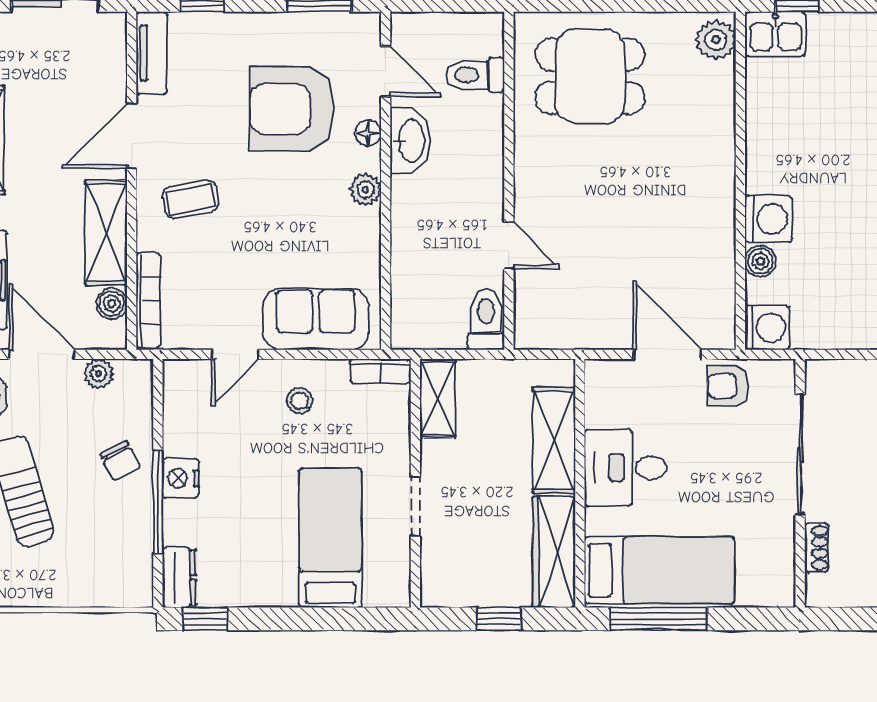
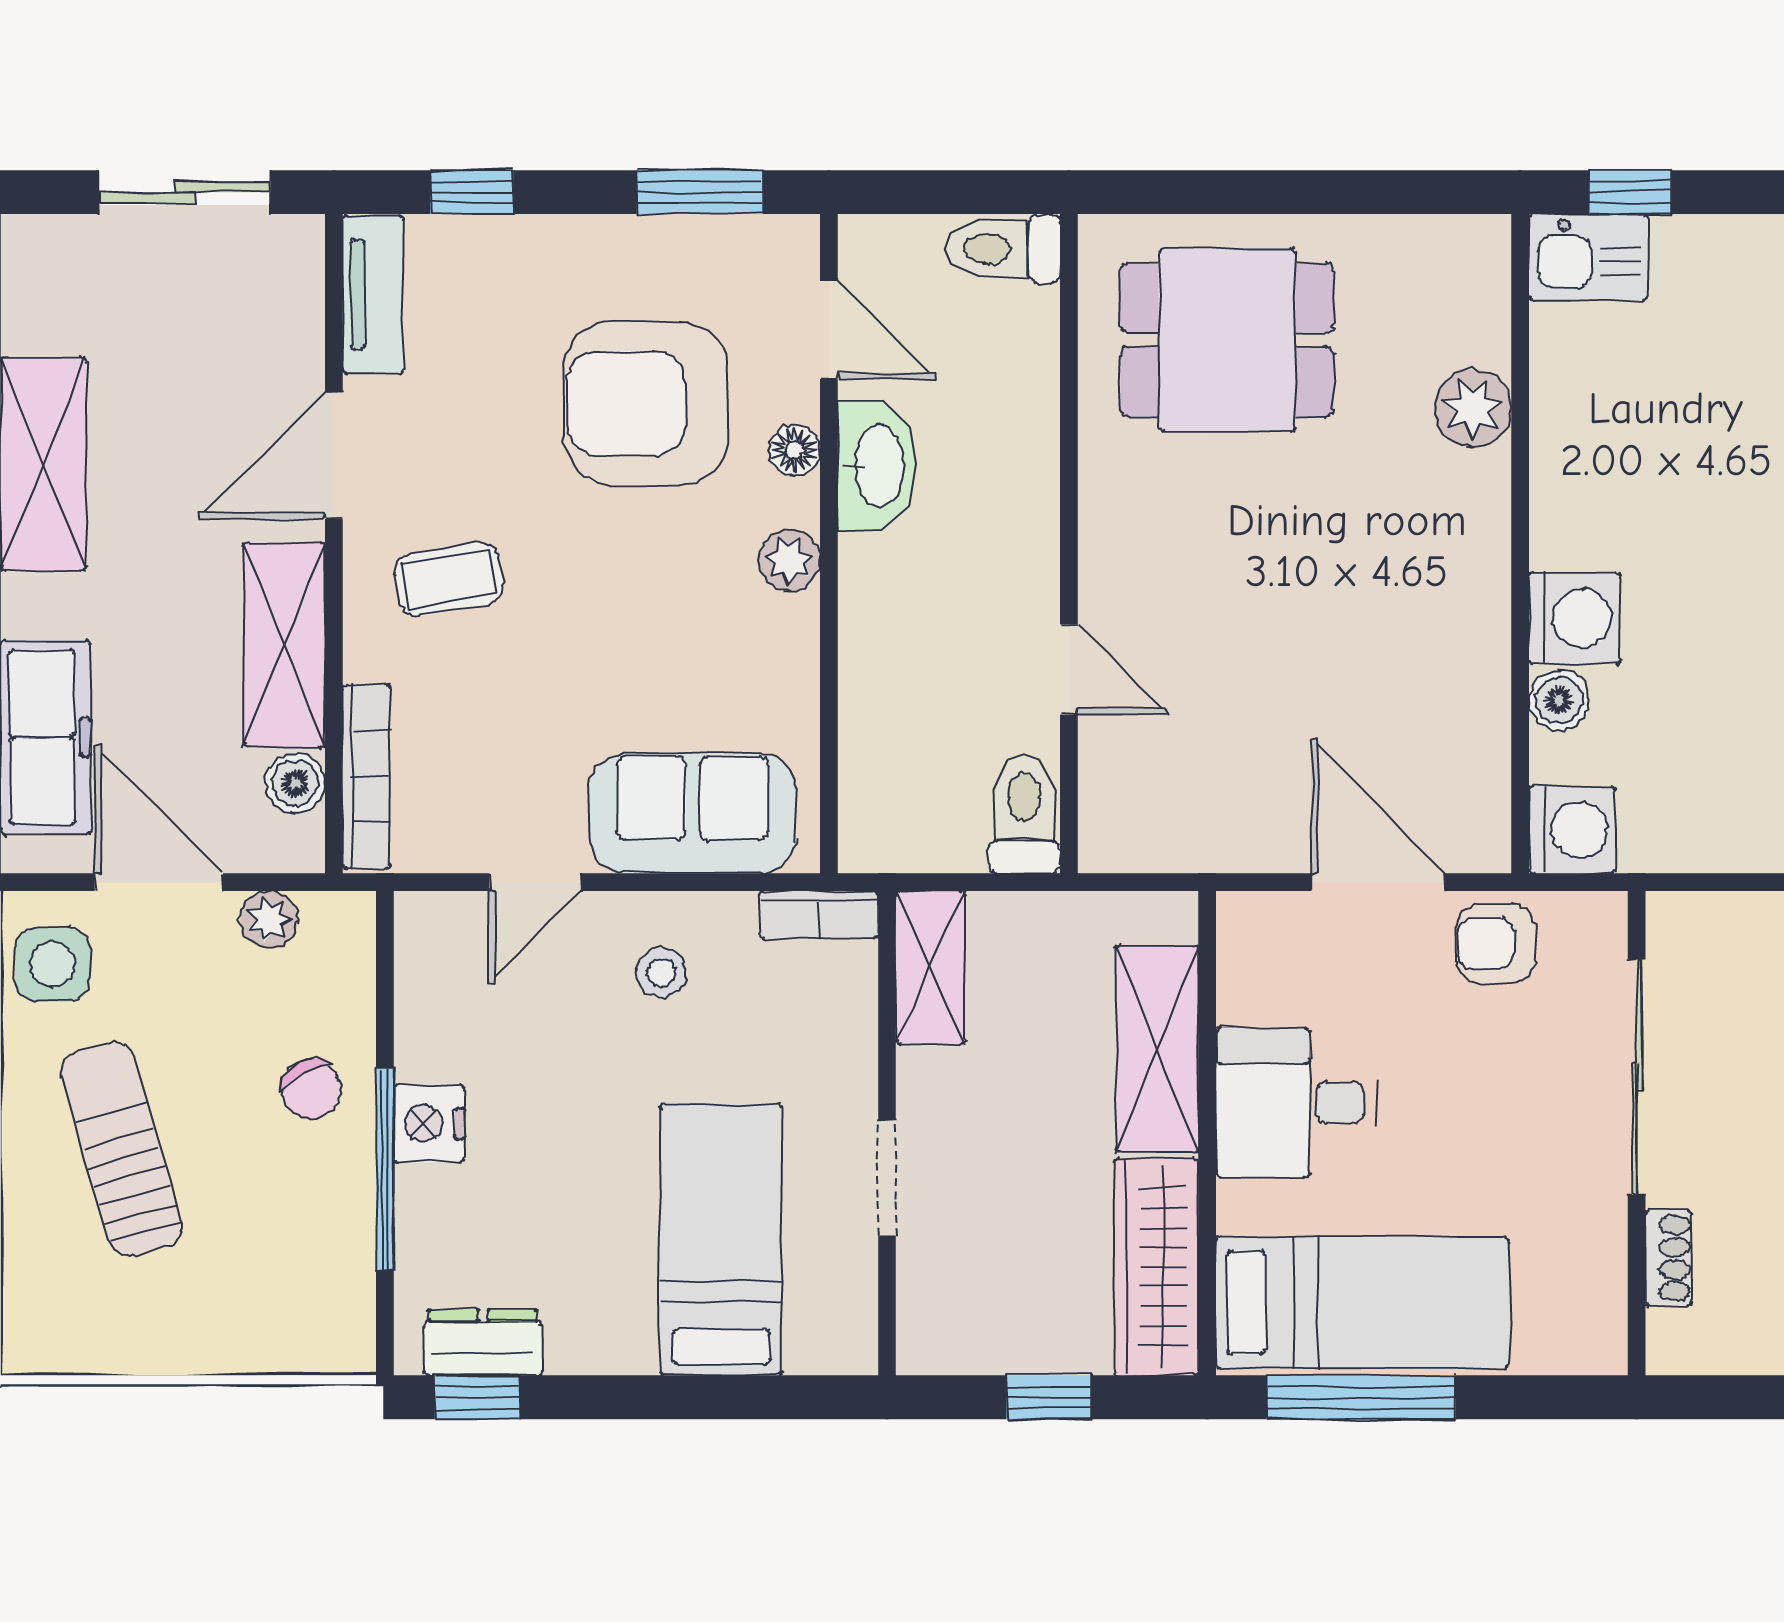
plant: (716, 40) -> (1473, 408), moved
toilet: (475, 75) -> (1003, 249), moved
dresser: (179, 577) -> (483, 1342), moved, turned -90

